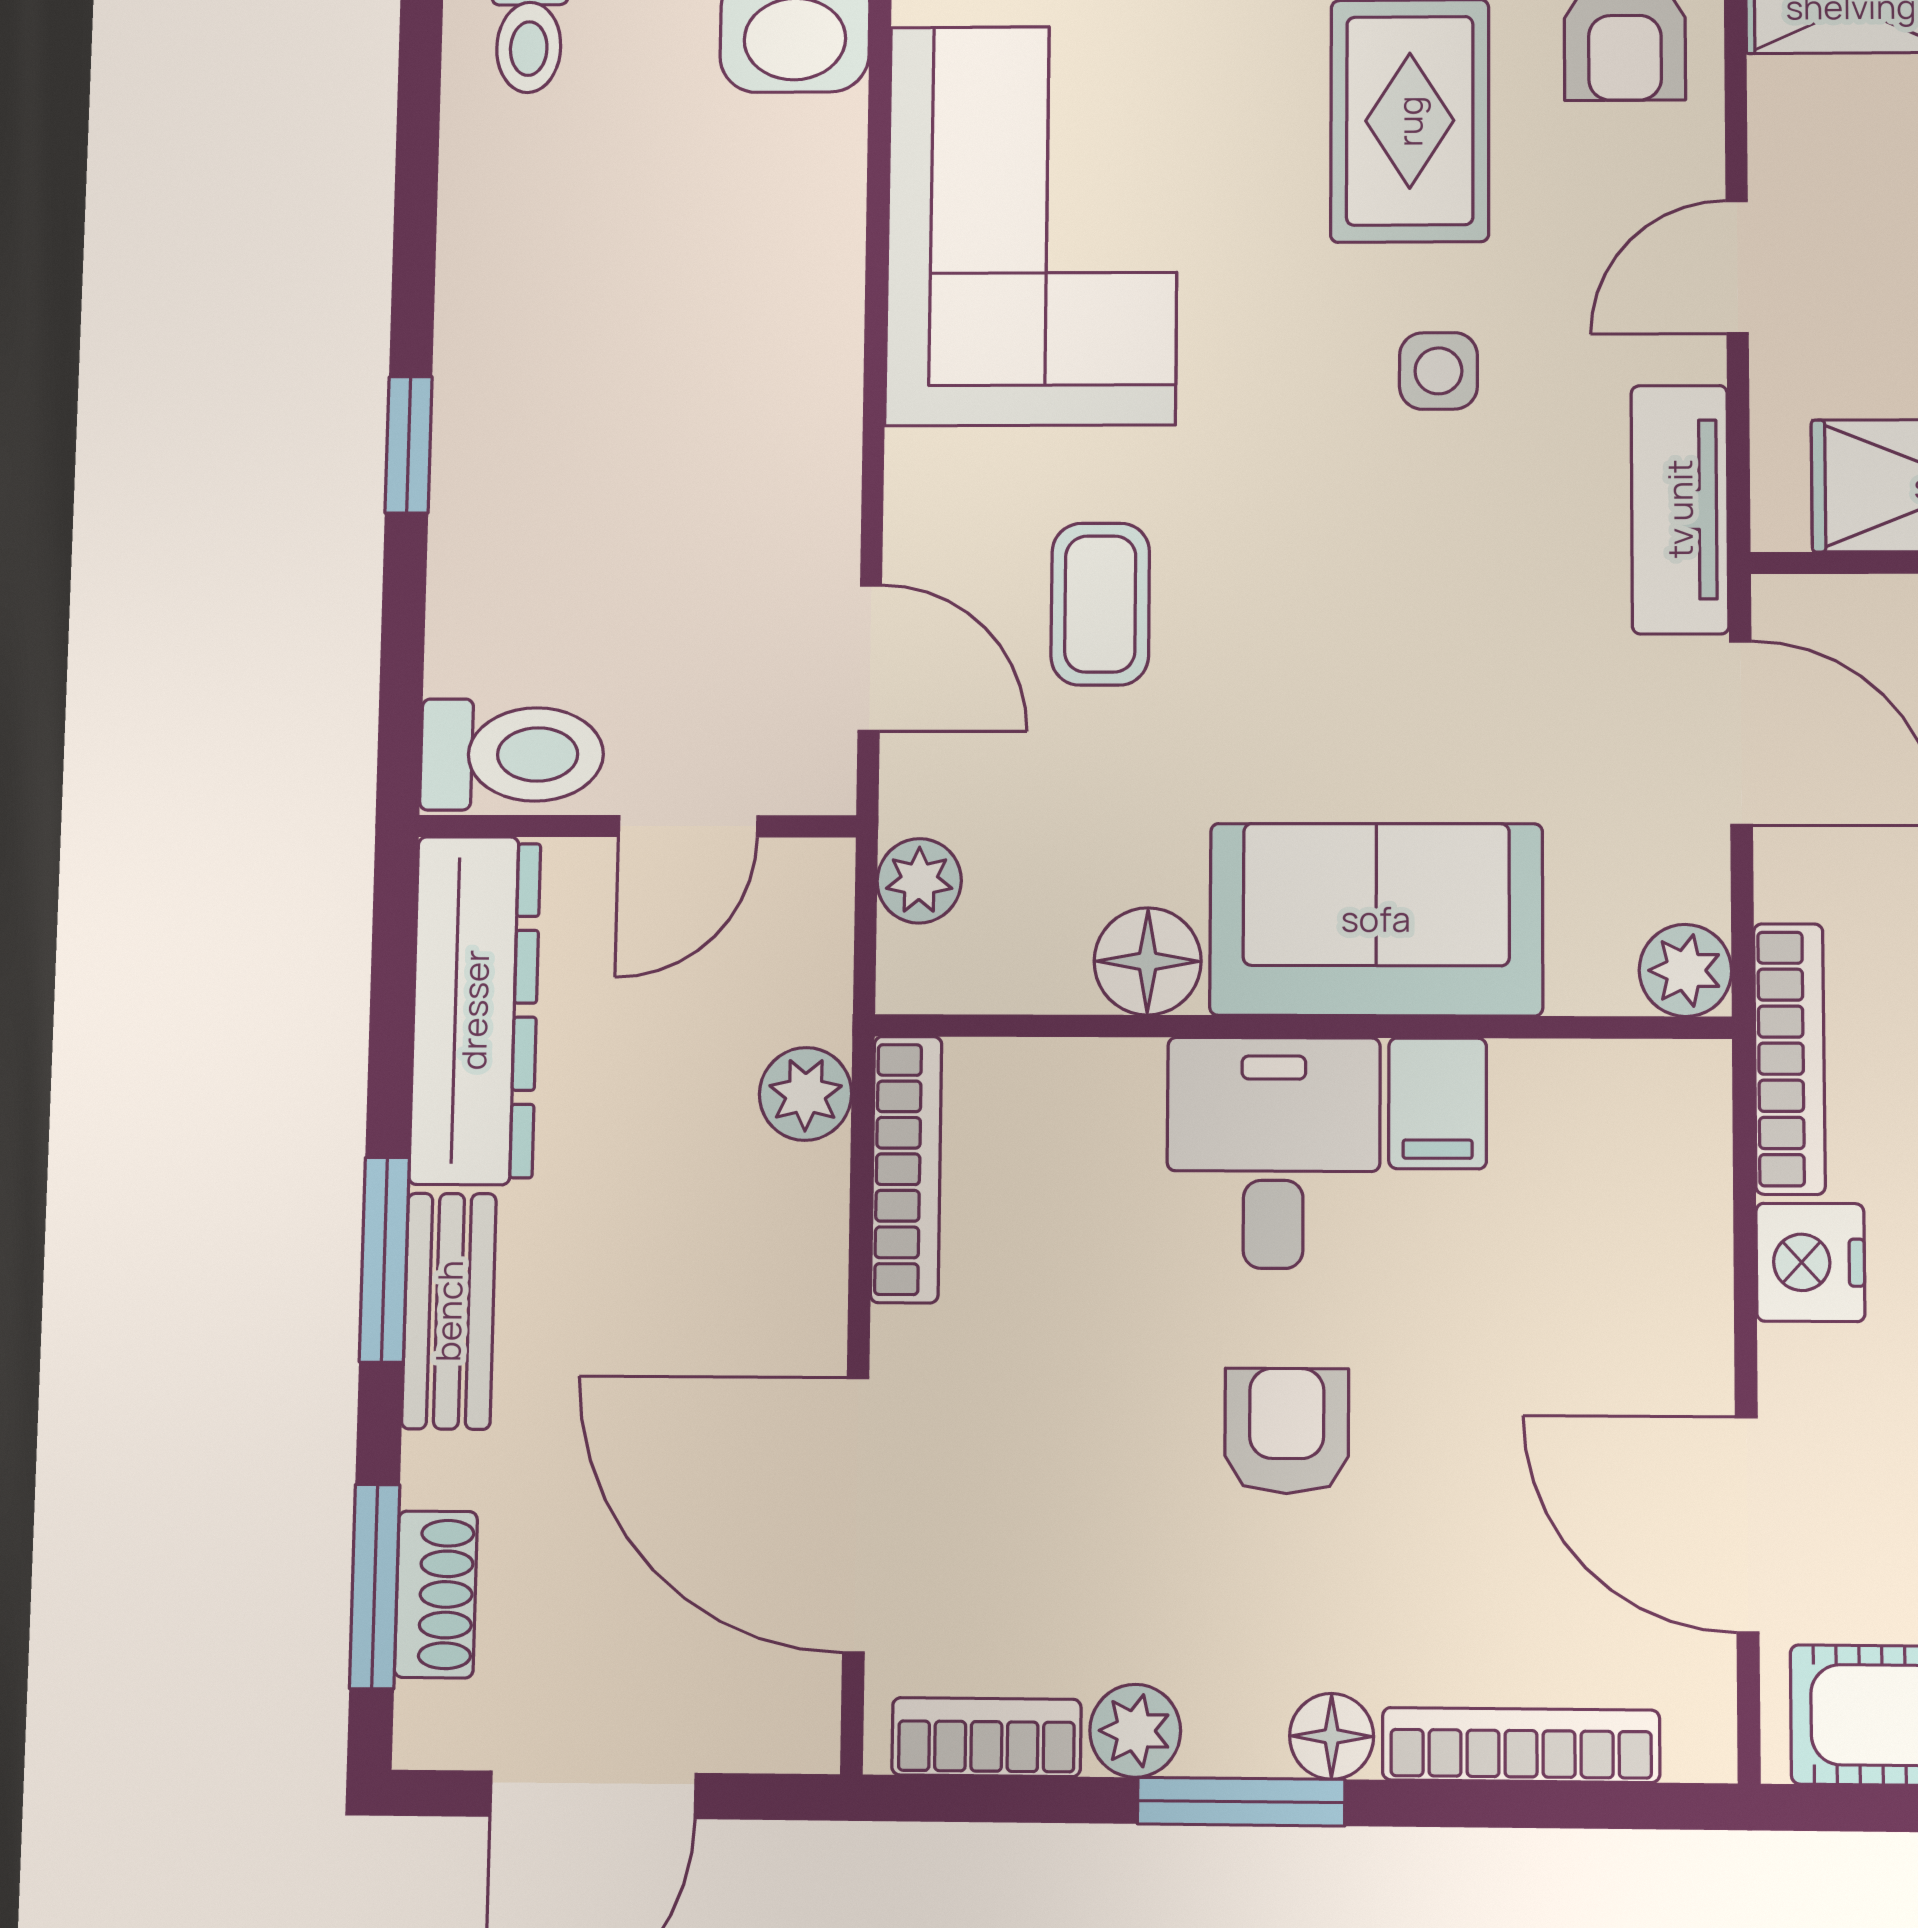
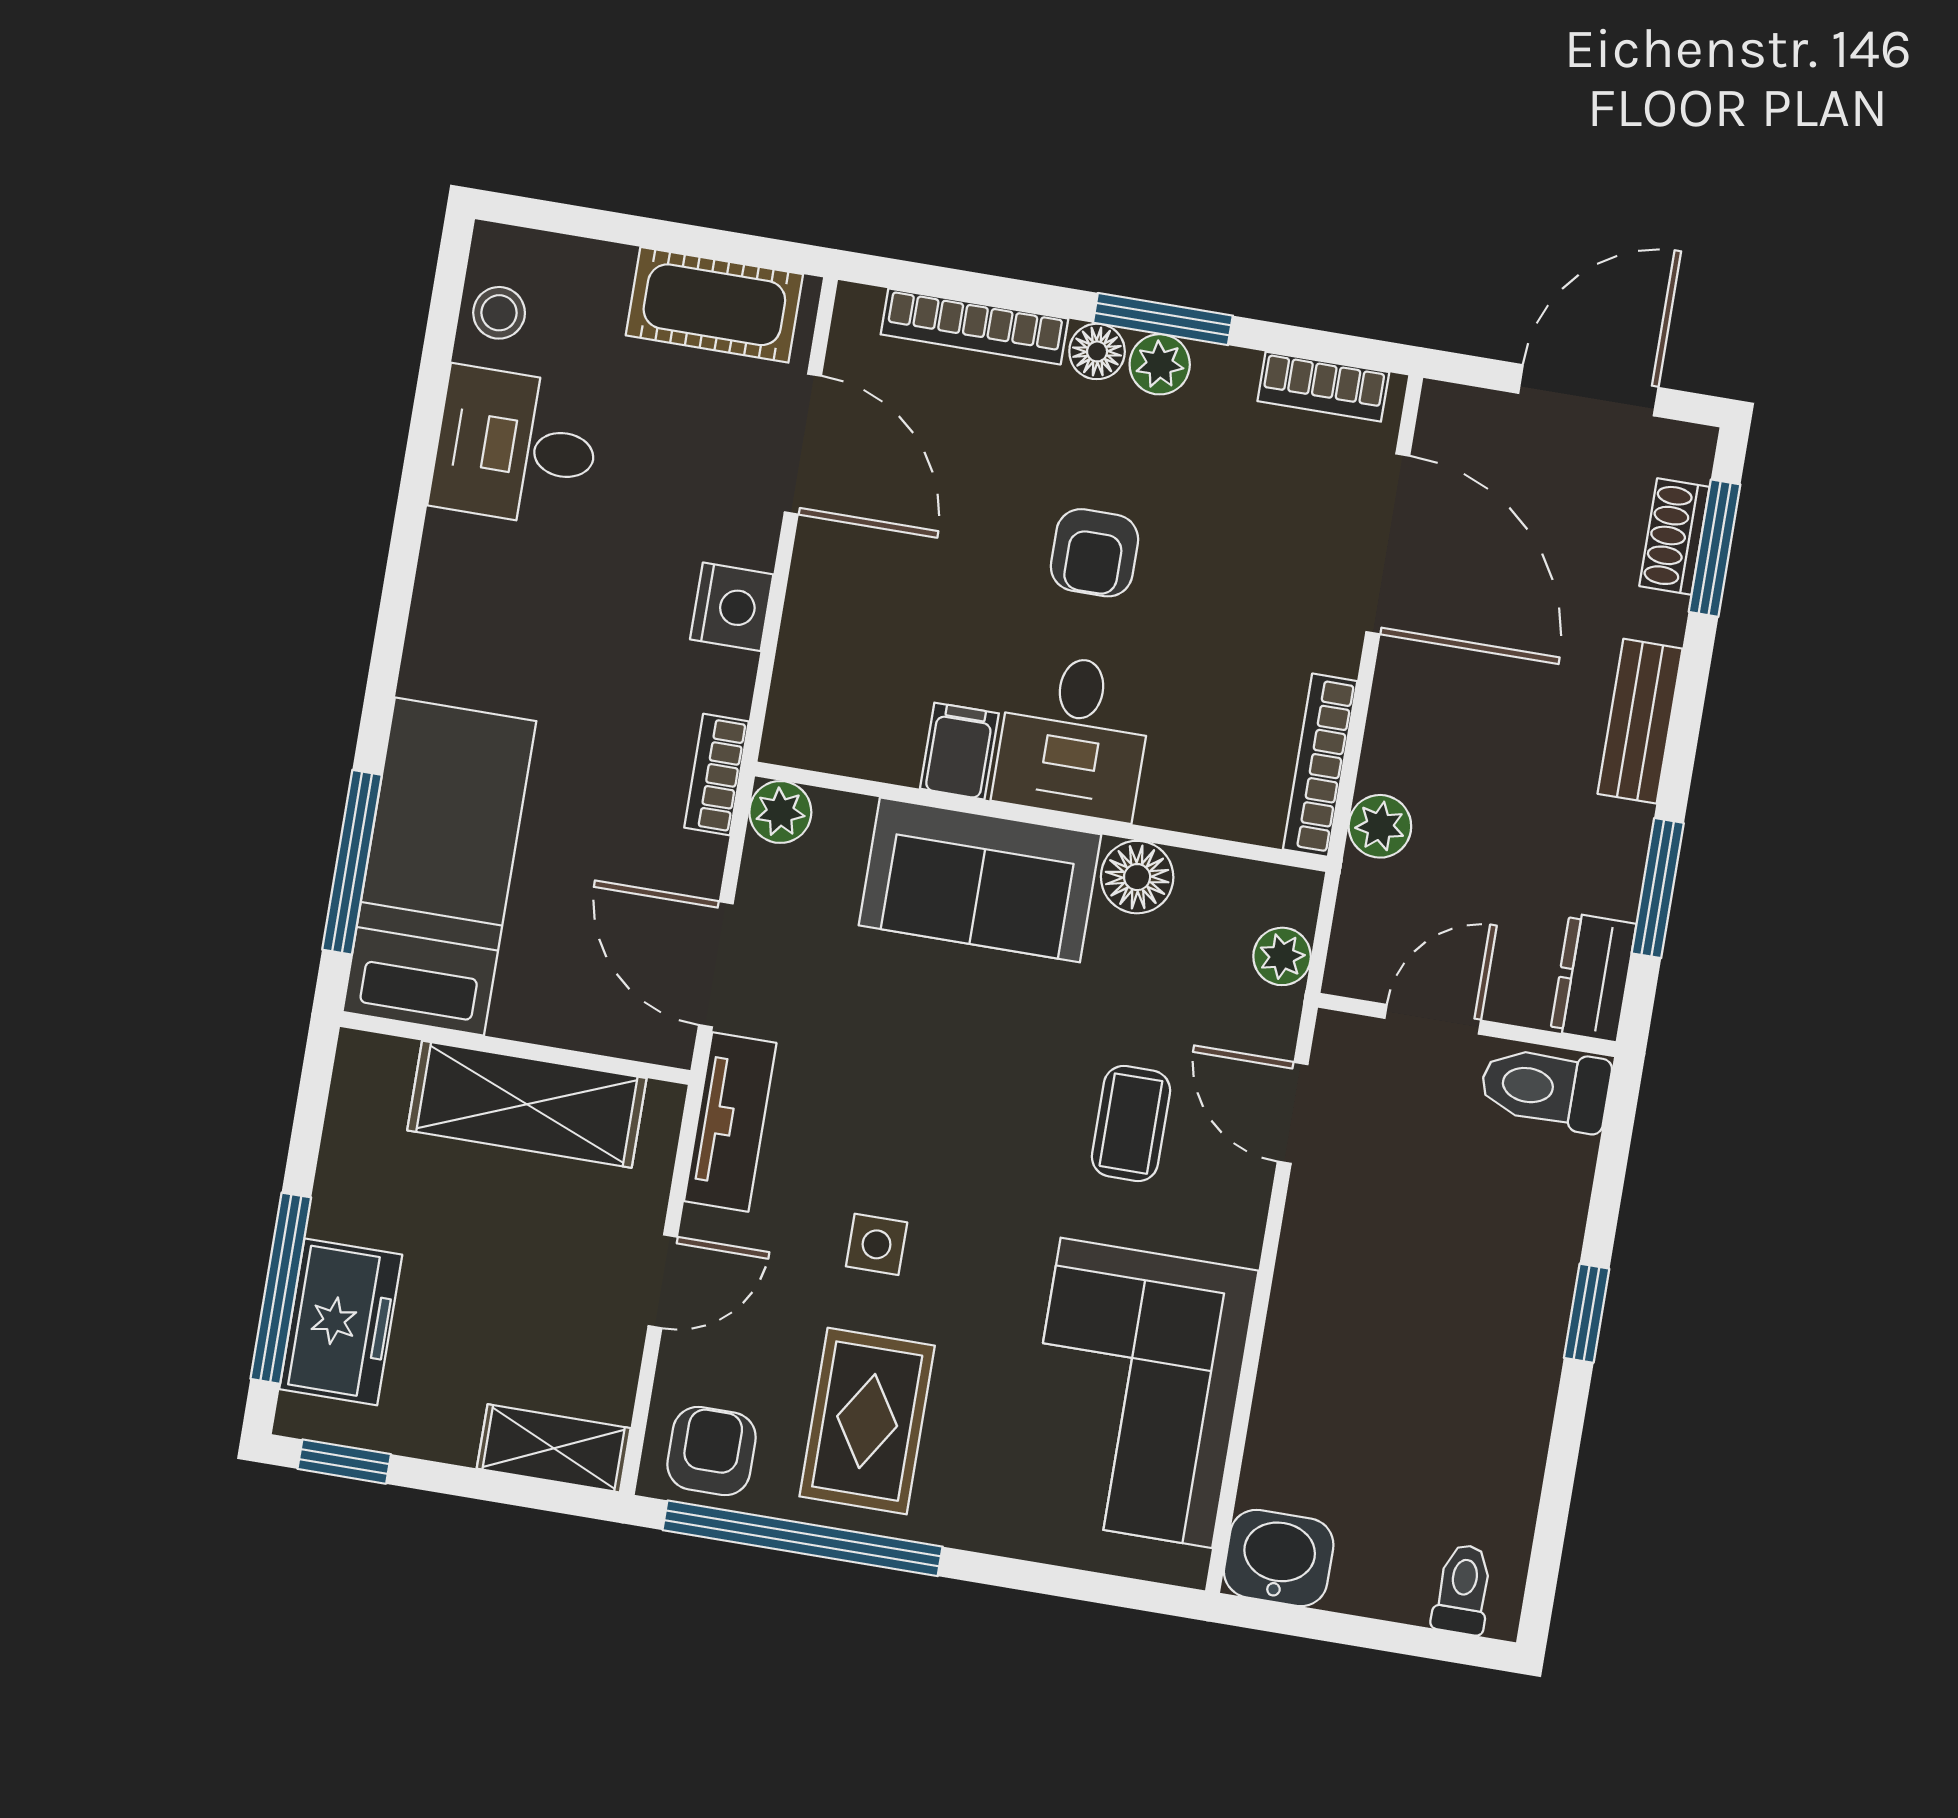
dresser: (475, 1010) -> (1593, 978), width x0.51, depth x0.80
bookcase: (1789, 1059) -> (717, 774), width x0.64
window: (384, 1260) -> (1658, 888), moved
plant: (1135, 1731) -> (1160, 364), moved

